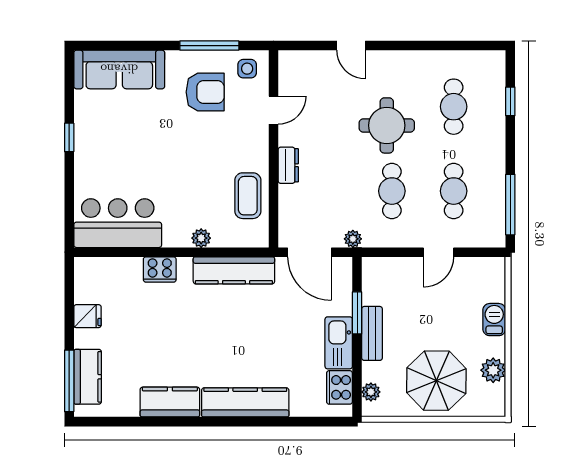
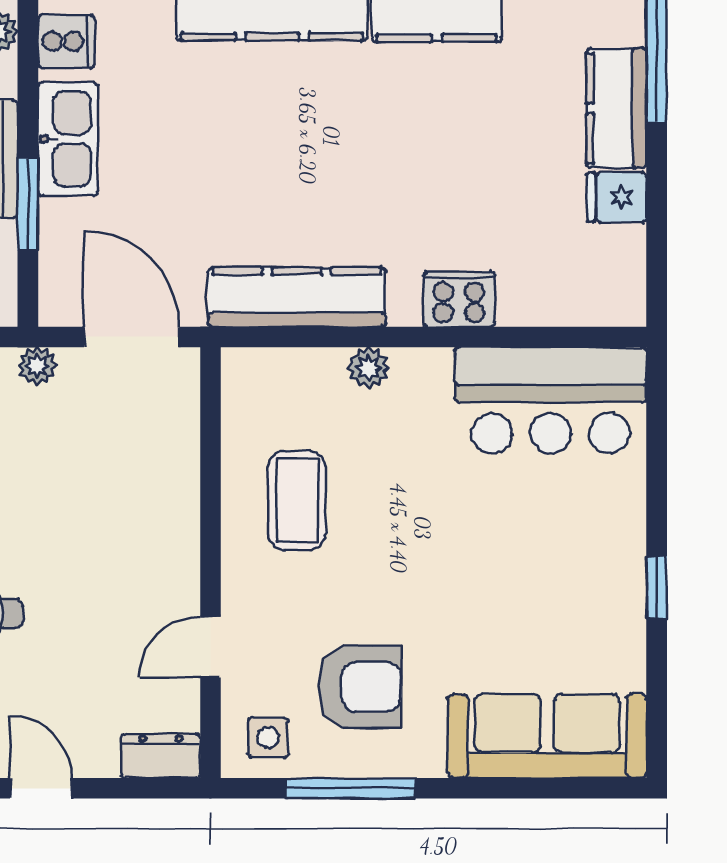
armchair: (205, 92) -> (360, 687), turned 180
dresser: (288, 165) -> (161, 756), moved, turned 90
coffee table: (248, 196) -> (297, 500), moved
kitchen counter: (88, 377) -> (616, 108), moved
cooker: (339, 387) -> (66, 41), width x0.73

